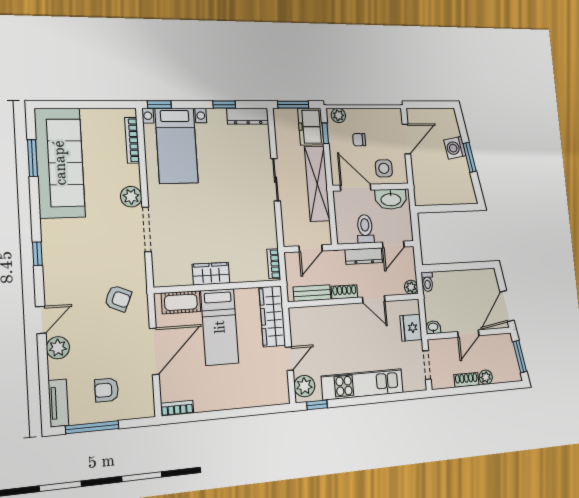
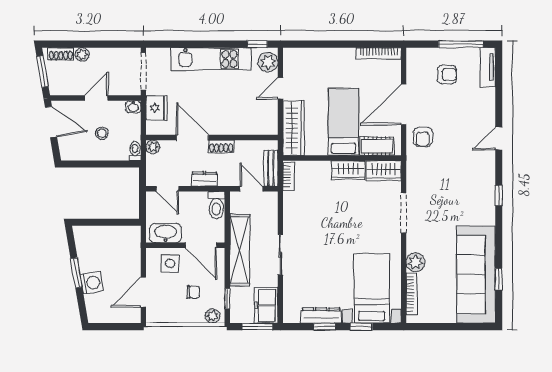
window: (159, 104) -> (361, 327), moved
dresser: (248, 116) -> (321, 315), moved
freezer: (311, 127) -> (266, 305), moved, turned 180
window: (33, 158) -> (499, 279), width x0.67
plant: (131, 197) -> (416, 262), moved
toilet: (365, 229) -> (216, 205), moved
door: (393, 244) -> (167, 189), swing flipped
door: (311, 248) -> (251, 189), hinge flipped
dresser: (364, 256) -> (204, 179), width x0.70
wardrobe: (172, 275) -> (384, 171), added
bench: (312, 293) -> (271, 168), moved, turned 90
armchair: (118, 298) -> (423, 137), moved, turned -113
stool: (460, 298) -> (102, 133), added
door: (374, 299) -> (192, 137), width x1.38
door: (507, 306) -> (51, 122), hinge flipped
plant: (58, 348) -> (486, 114), removed
doorway: (427, 365) -> (143, 71), width x1.38
shoe rack: (466, 380) -> (61, 54), moved
bookcase: (177, 408) -> (379, 53), width x1.56

